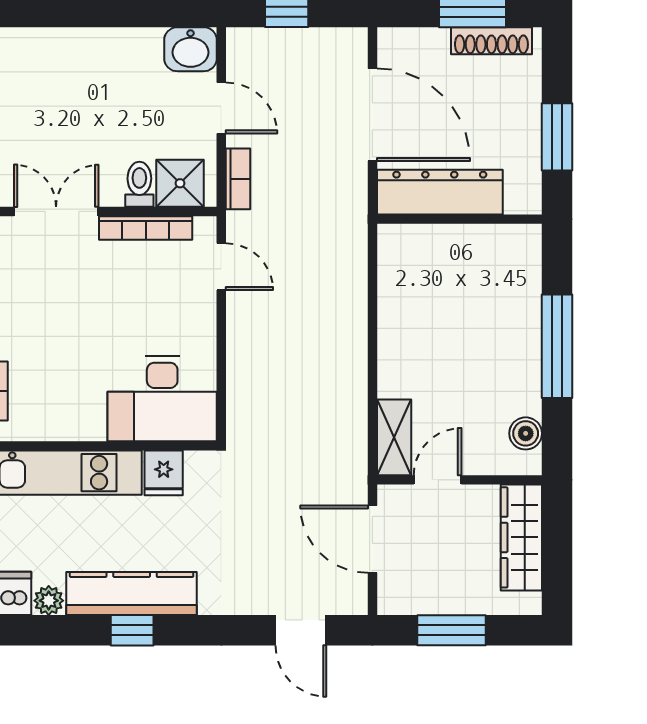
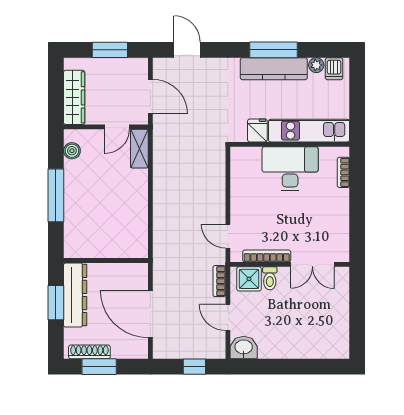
dresser: (440, 192) -> (75, 295), moved, turned -90
desk: (162, 398) -> (290, 169), moved
window: (132, 630) -> (274, 50), width x2.17

